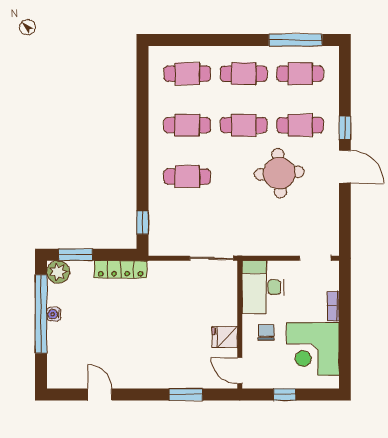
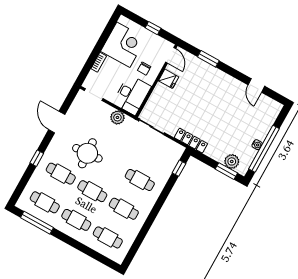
door: (345, 167) -> (57, 122), moved
plant: (265, 245) -> (117, 117), added
locker: (121, 269) -> (191, 141), moved
plant: (58, 272) -> (232, 161), moved

